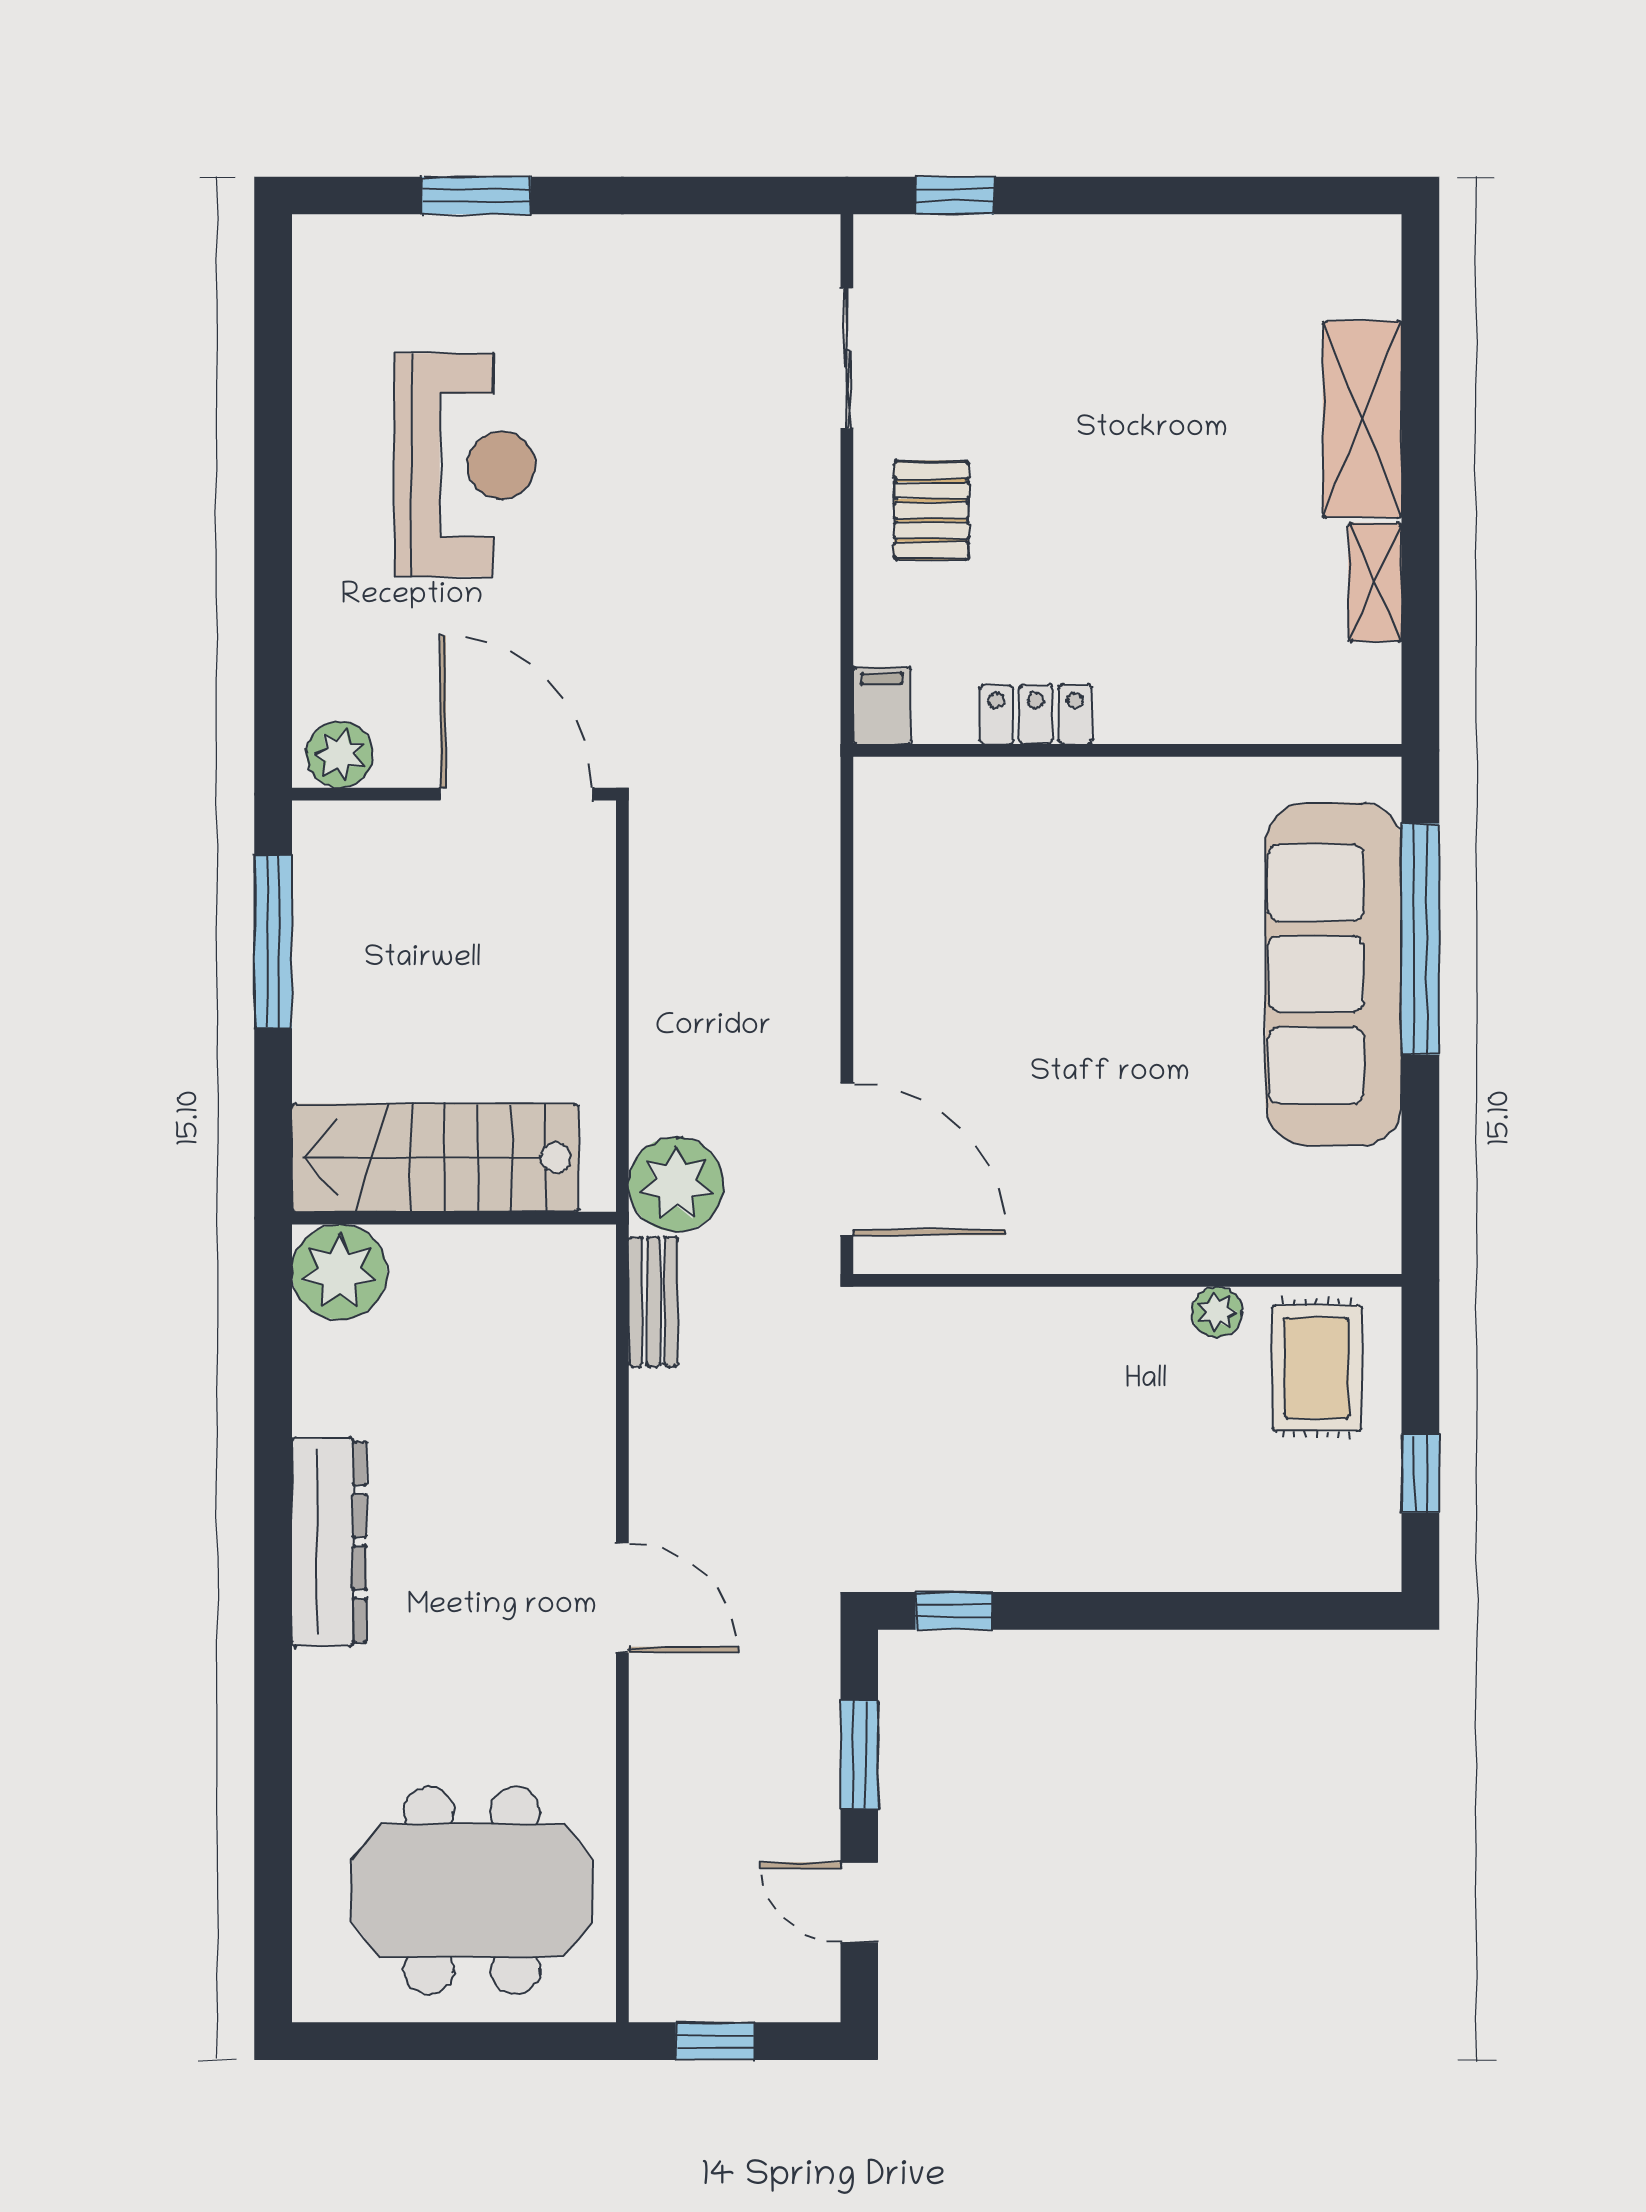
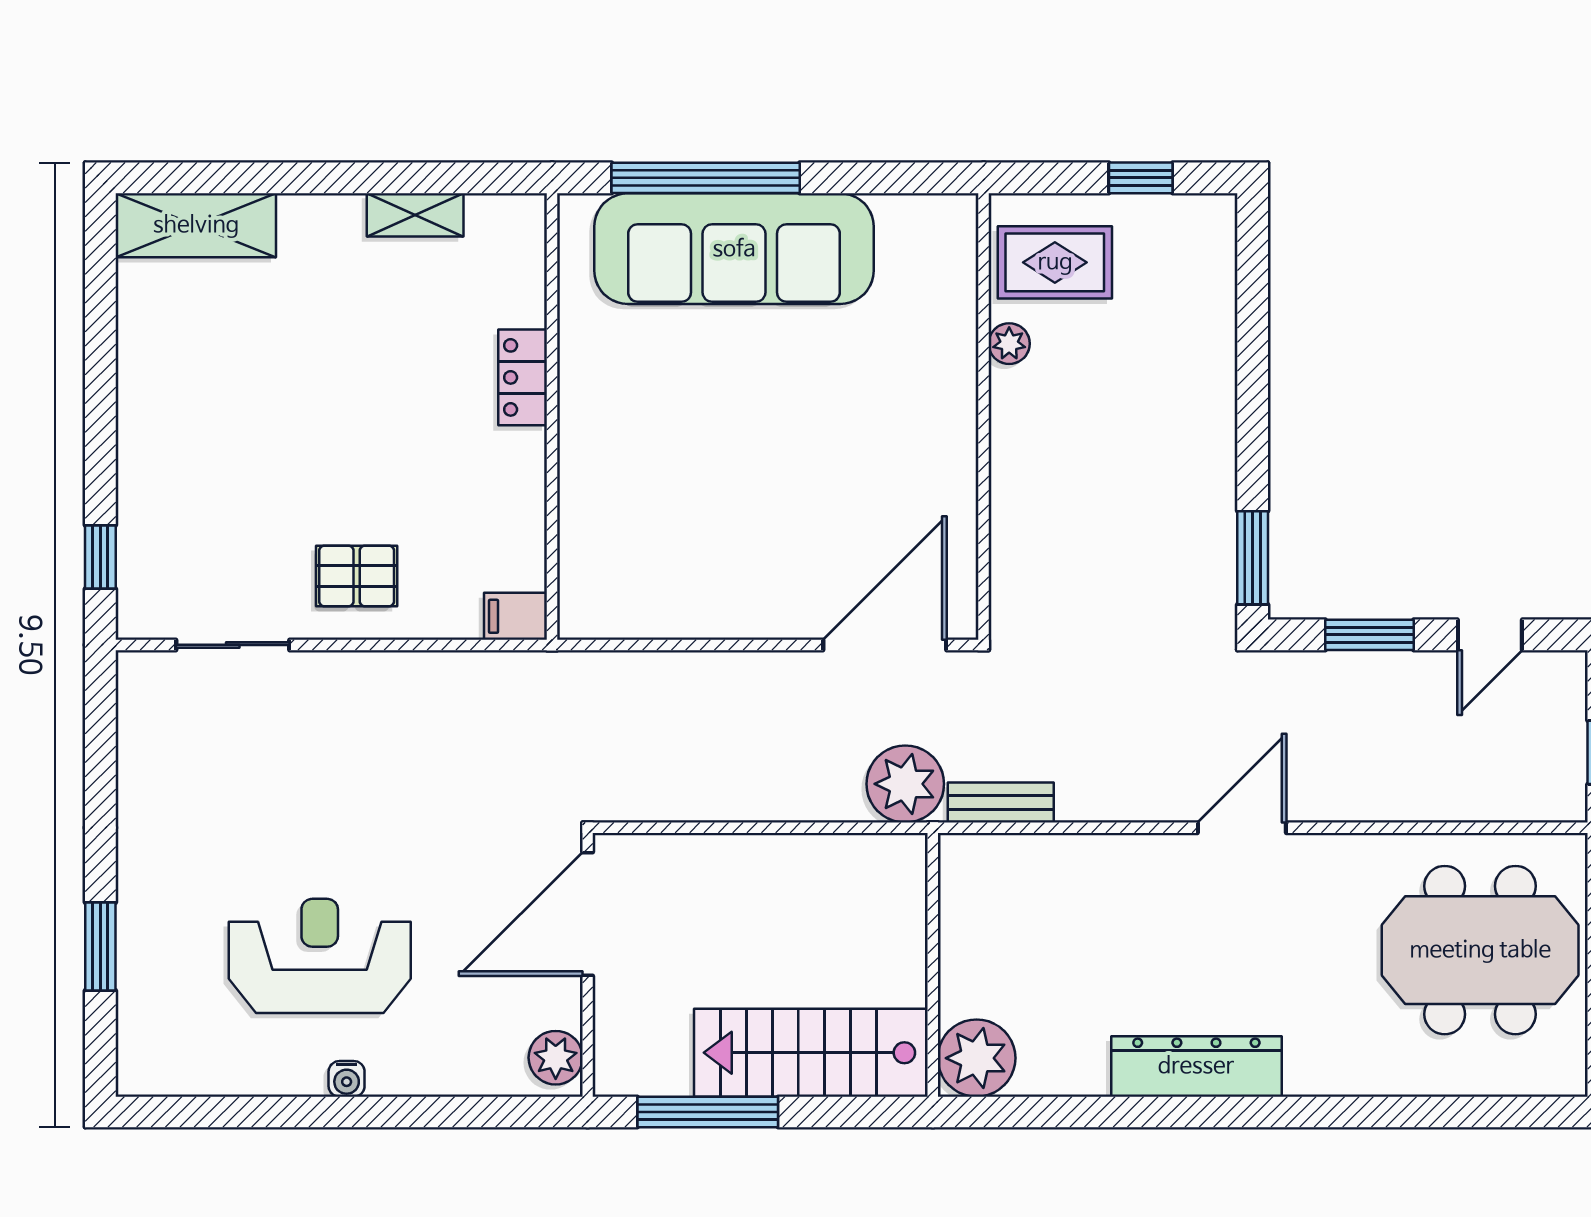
shelving: (1362, 419) -> (196, 225), moved
water cooler: (314, 498) -> (347, 1079), added
locker: (1036, 714) -> (523, 377), moved
stairs: (435, 1158) -> (811, 1053), moved, turned 90
window: (954, 1611) -> (1253, 558), width x1.50
meeting table: (472, 1890) -> (1480, 950), turned 90

